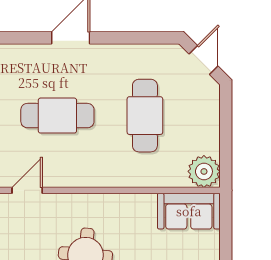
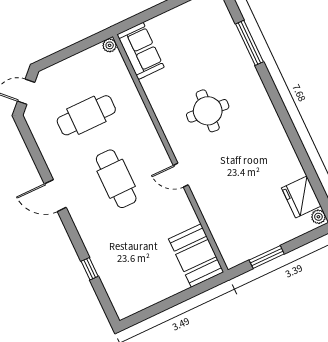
plant: (204, 171) -> (110, 45), width x0.53, depth x0.53

